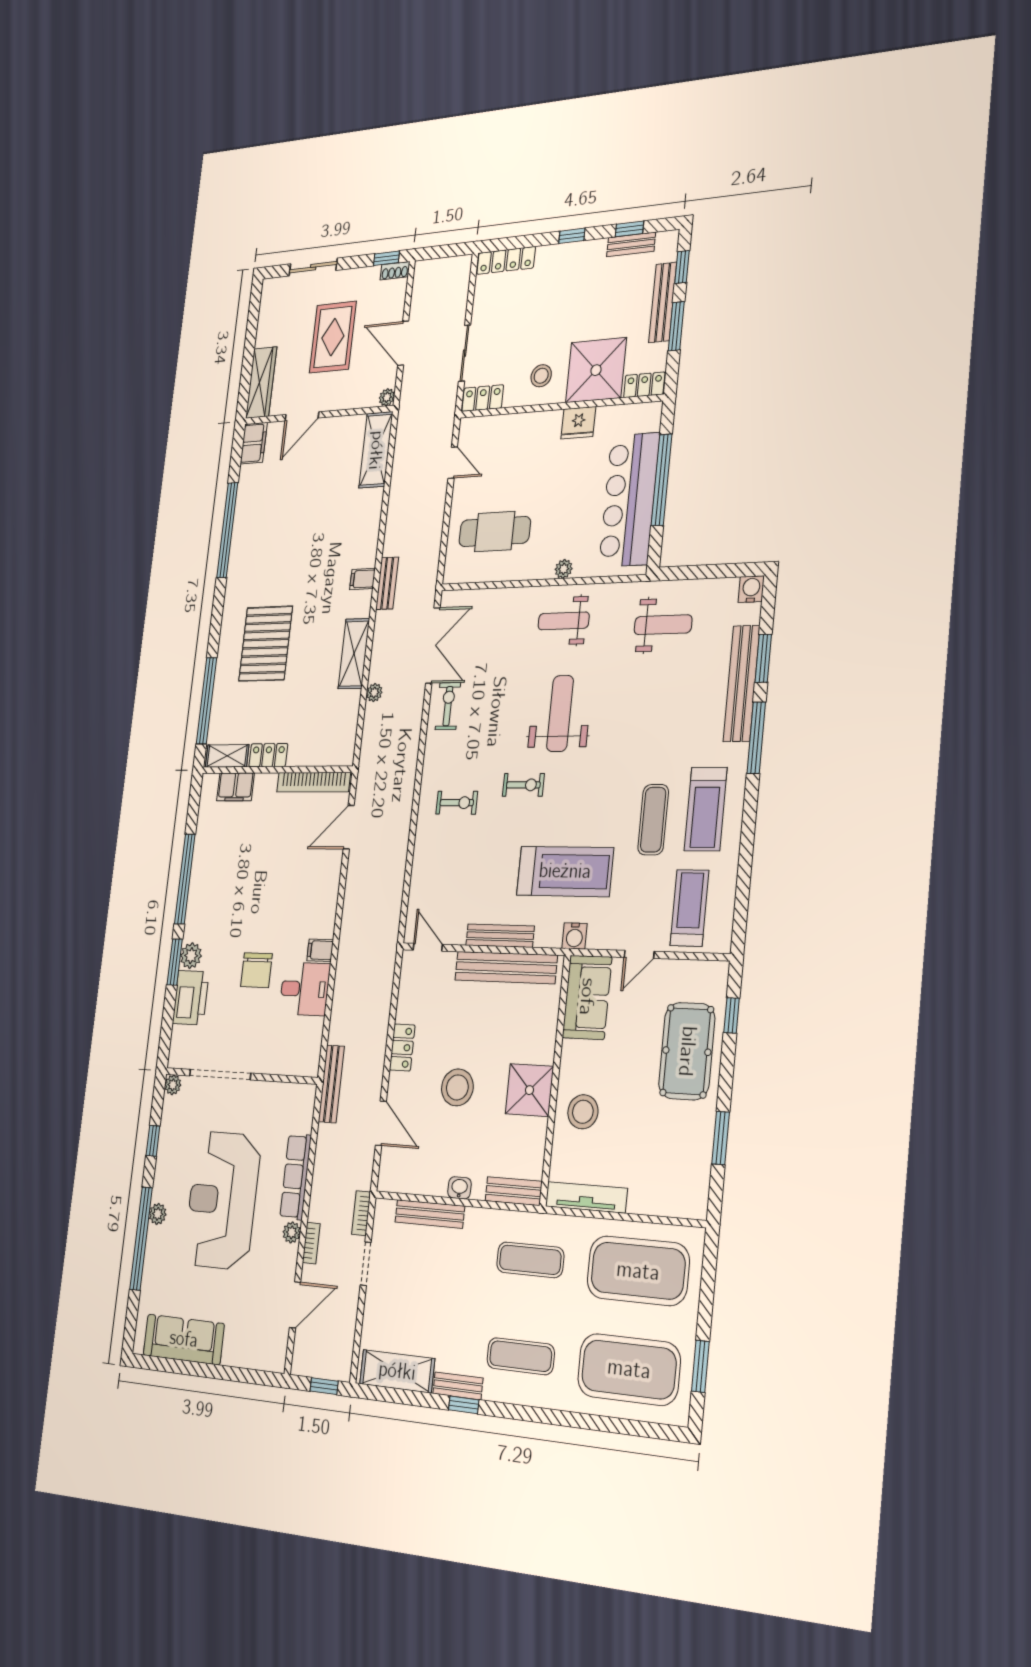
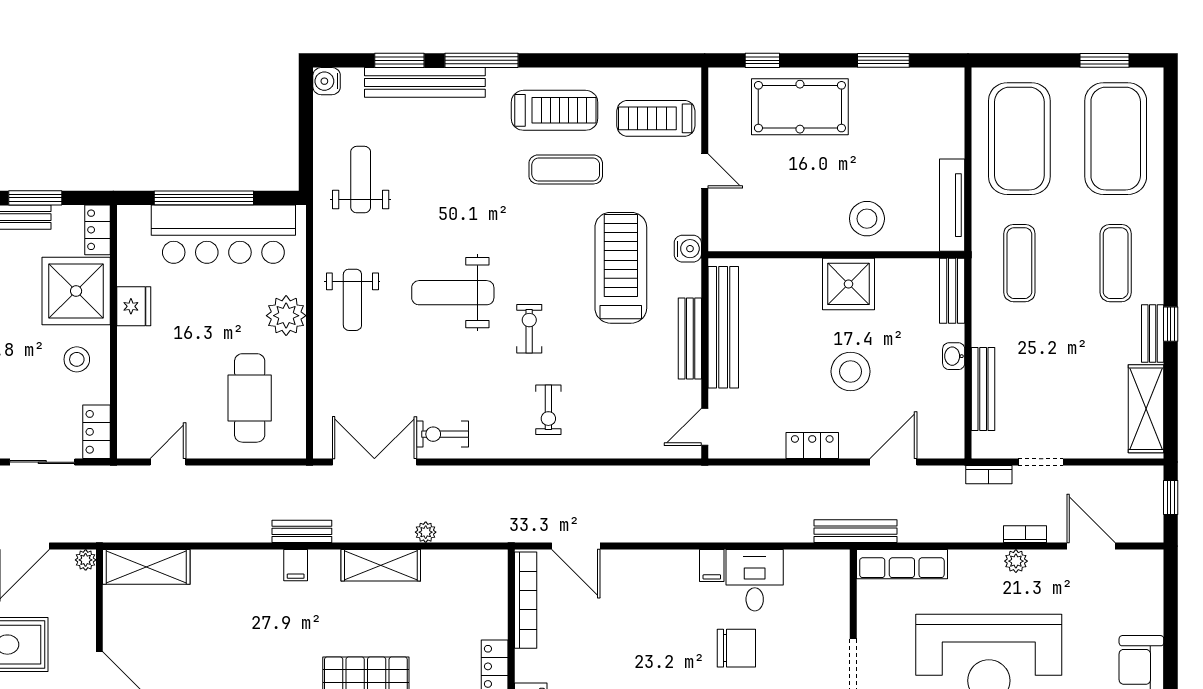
plant: (564, 569) -> (286, 316), width x1.88, depth x1.88
exercise bike: (457, 803) -> (548, 410), turned 180
sofa: (587, 997) -> (751, 227), removed
row of seats: (296, 1177) -> (902, 564), moved

